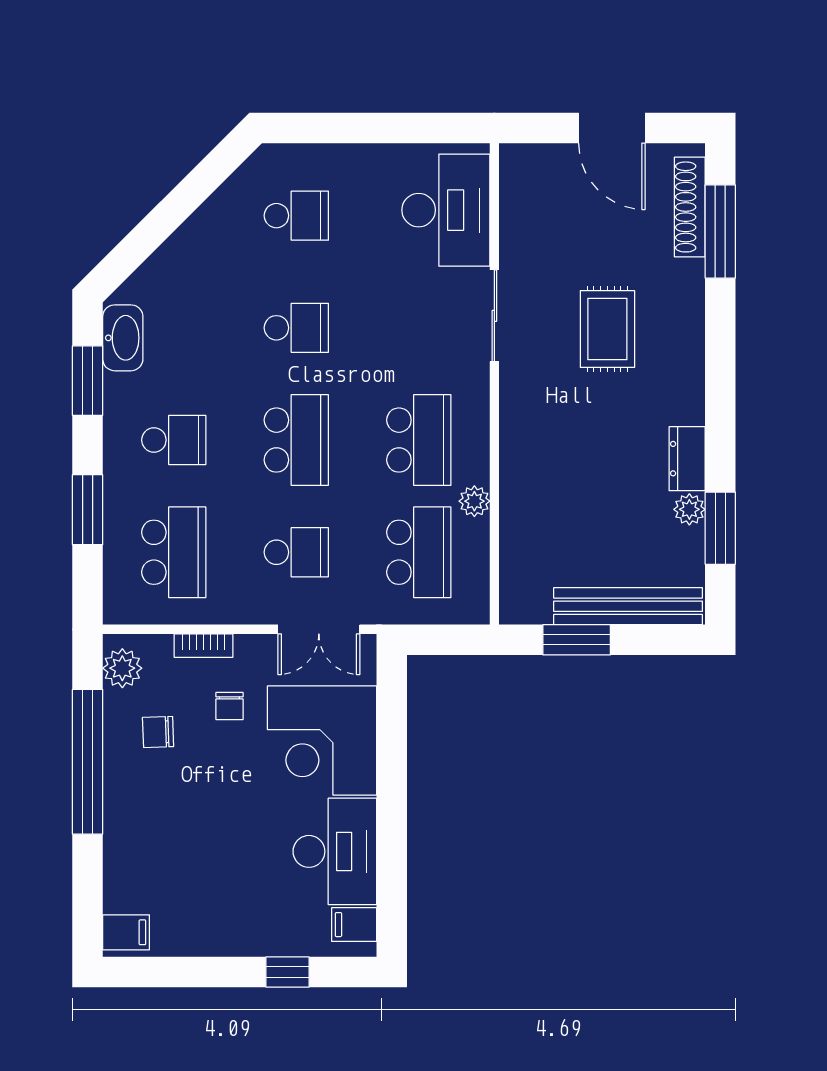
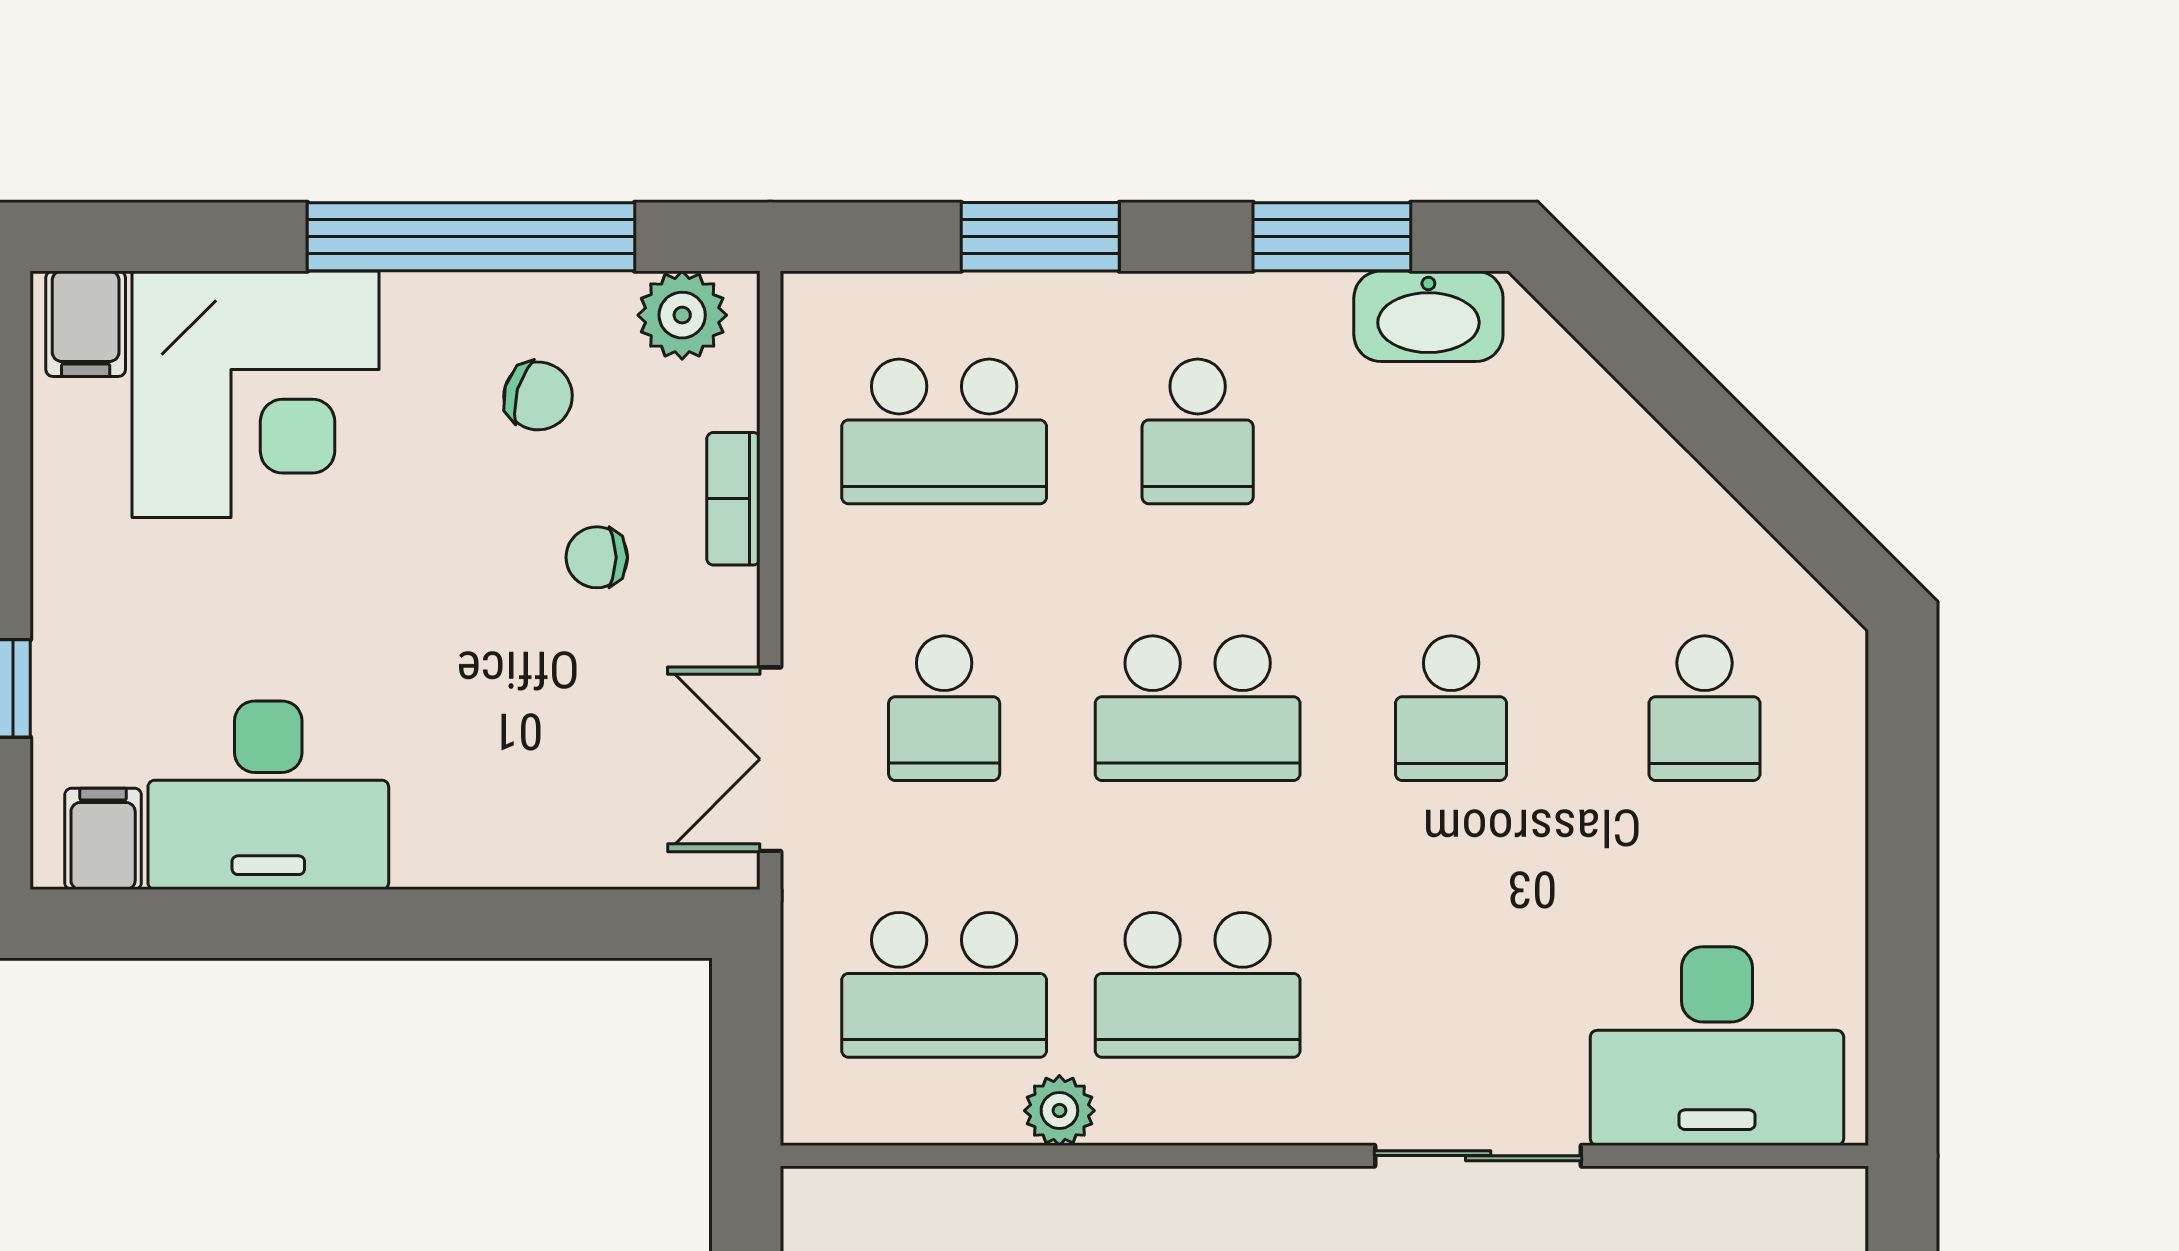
chair: (158, 732) -> (538, 396), turned 108
corner desk: (322, 741) -> (256, 394), moved, turned 180

